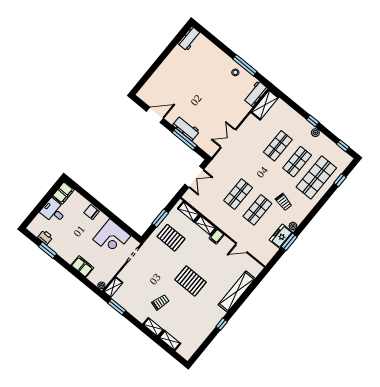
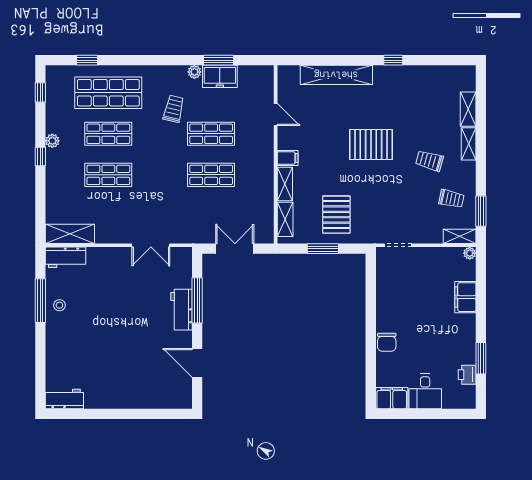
corner desk: (112, 238) -> (398, 290), removed
pallet: (191, 281) -> (371, 145), turned 90
trolley: (134, 298) -> (451, 199), added

